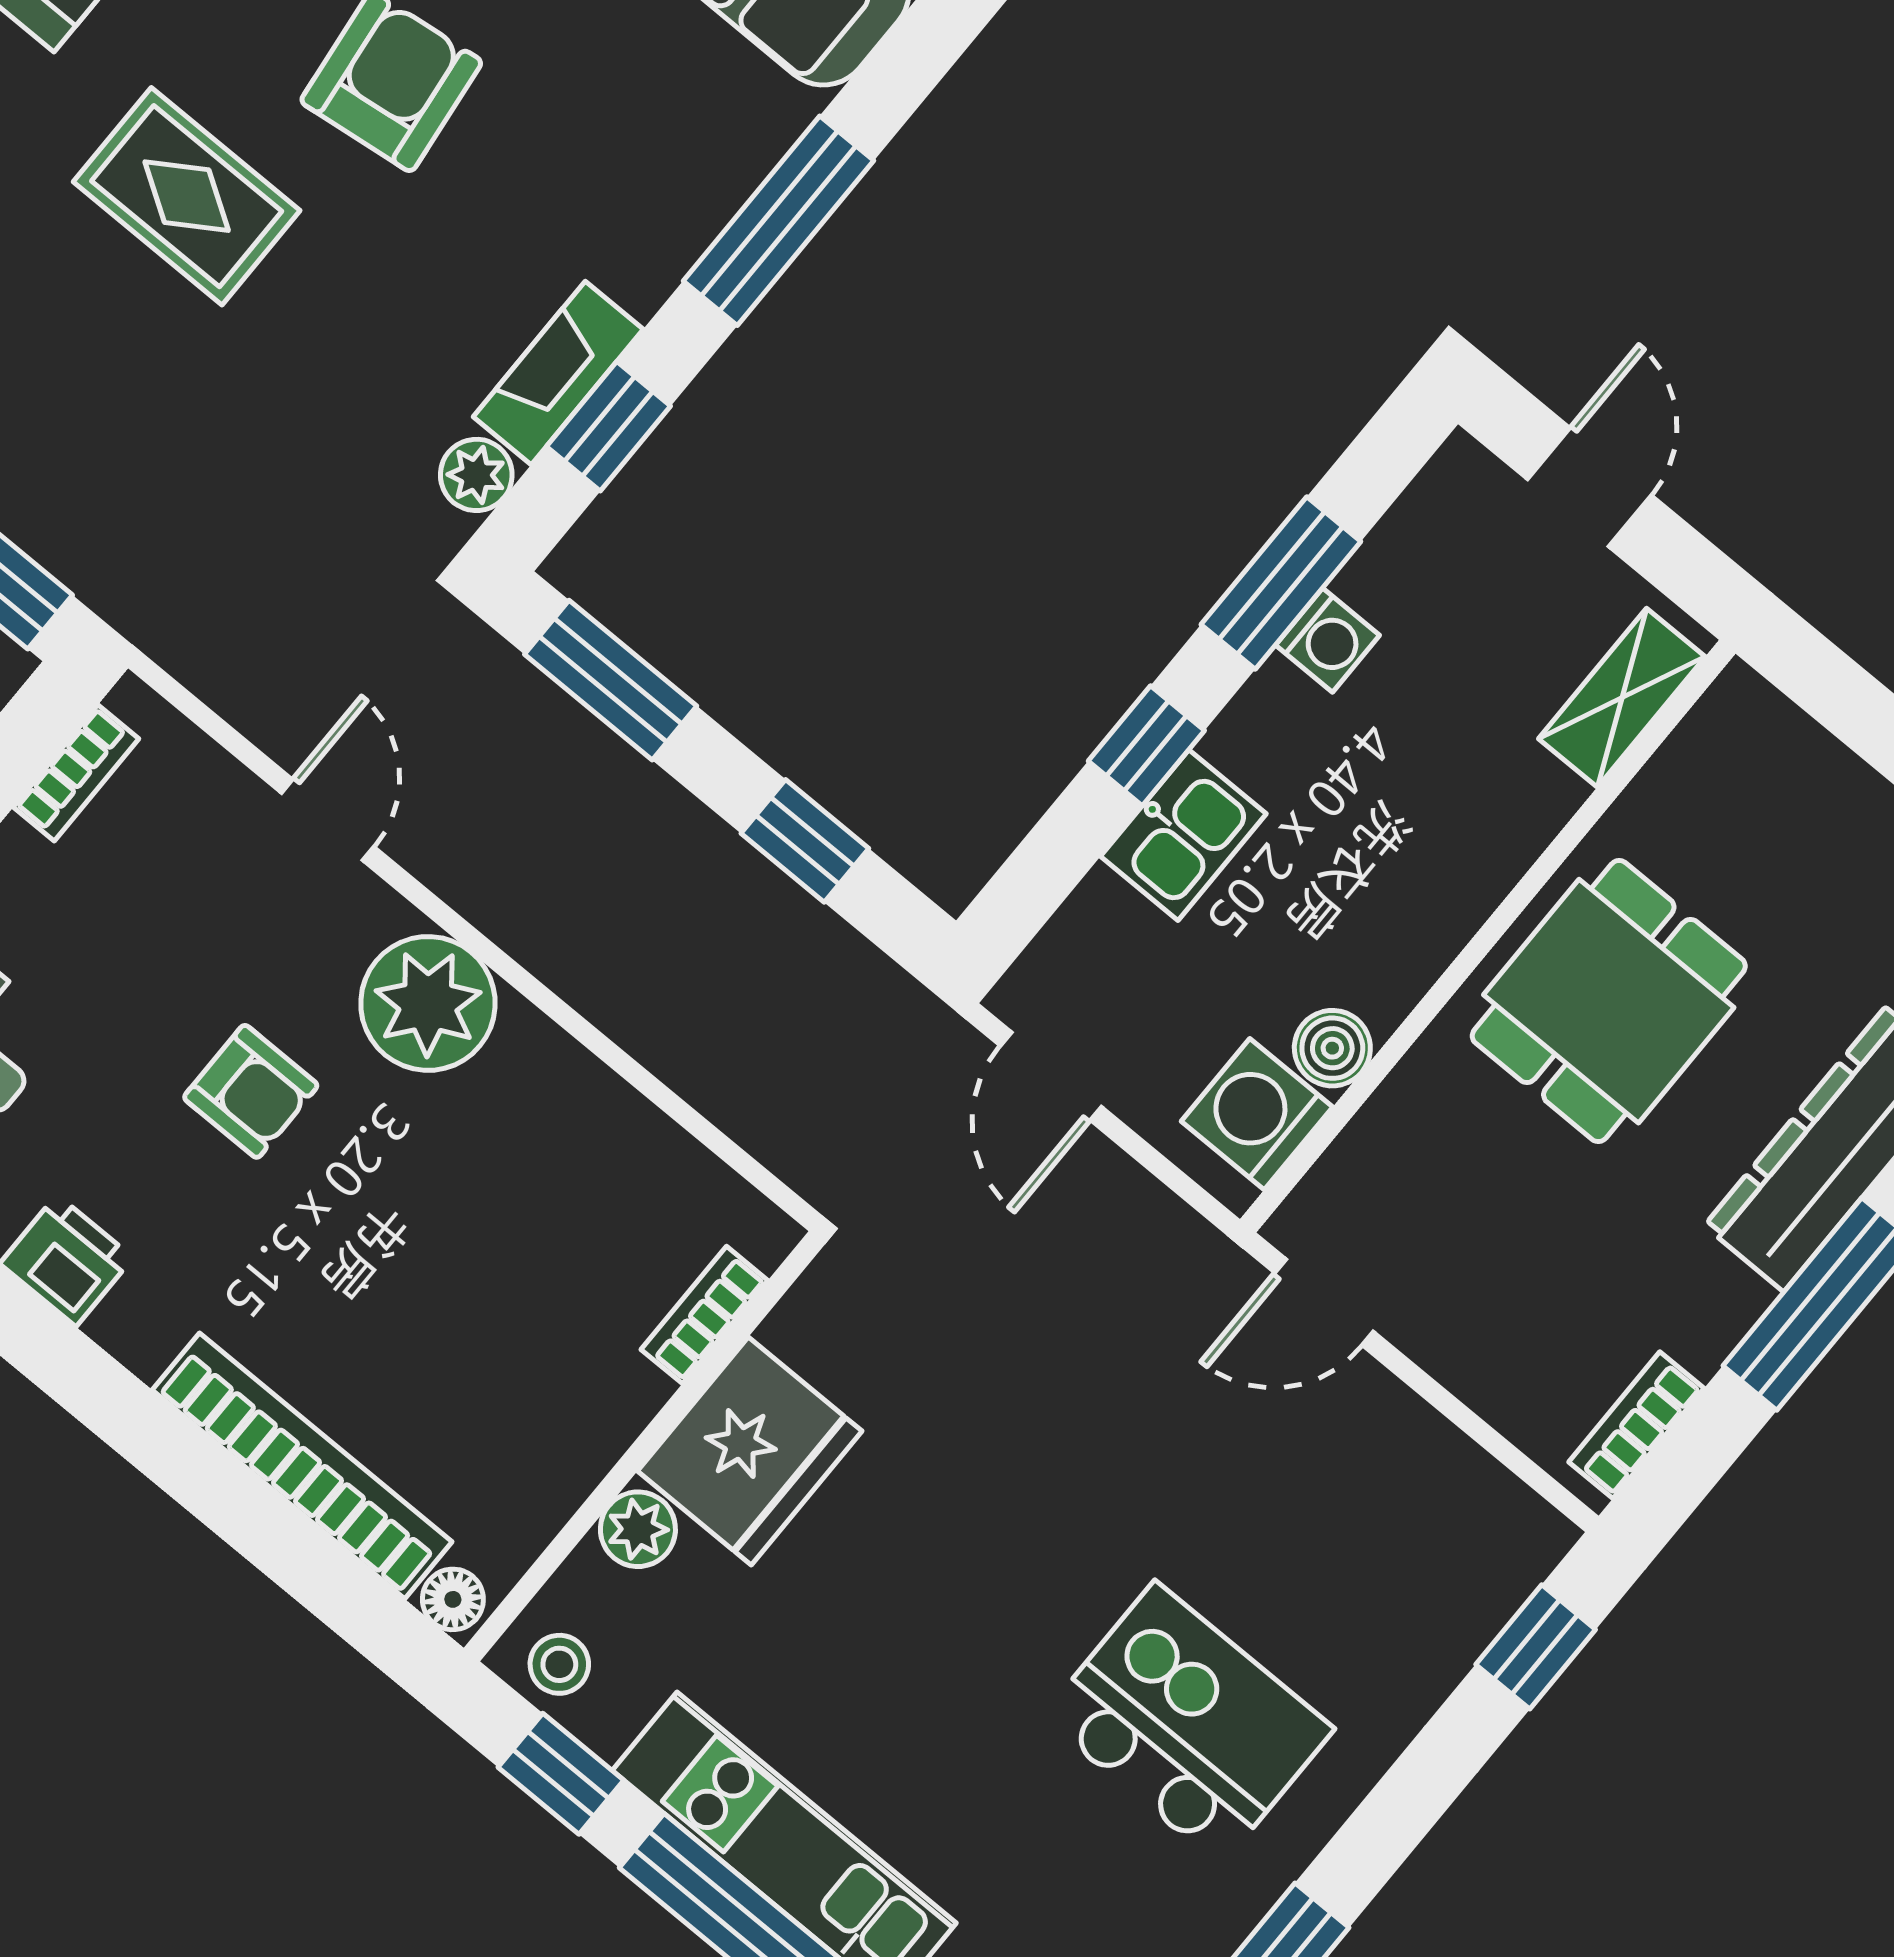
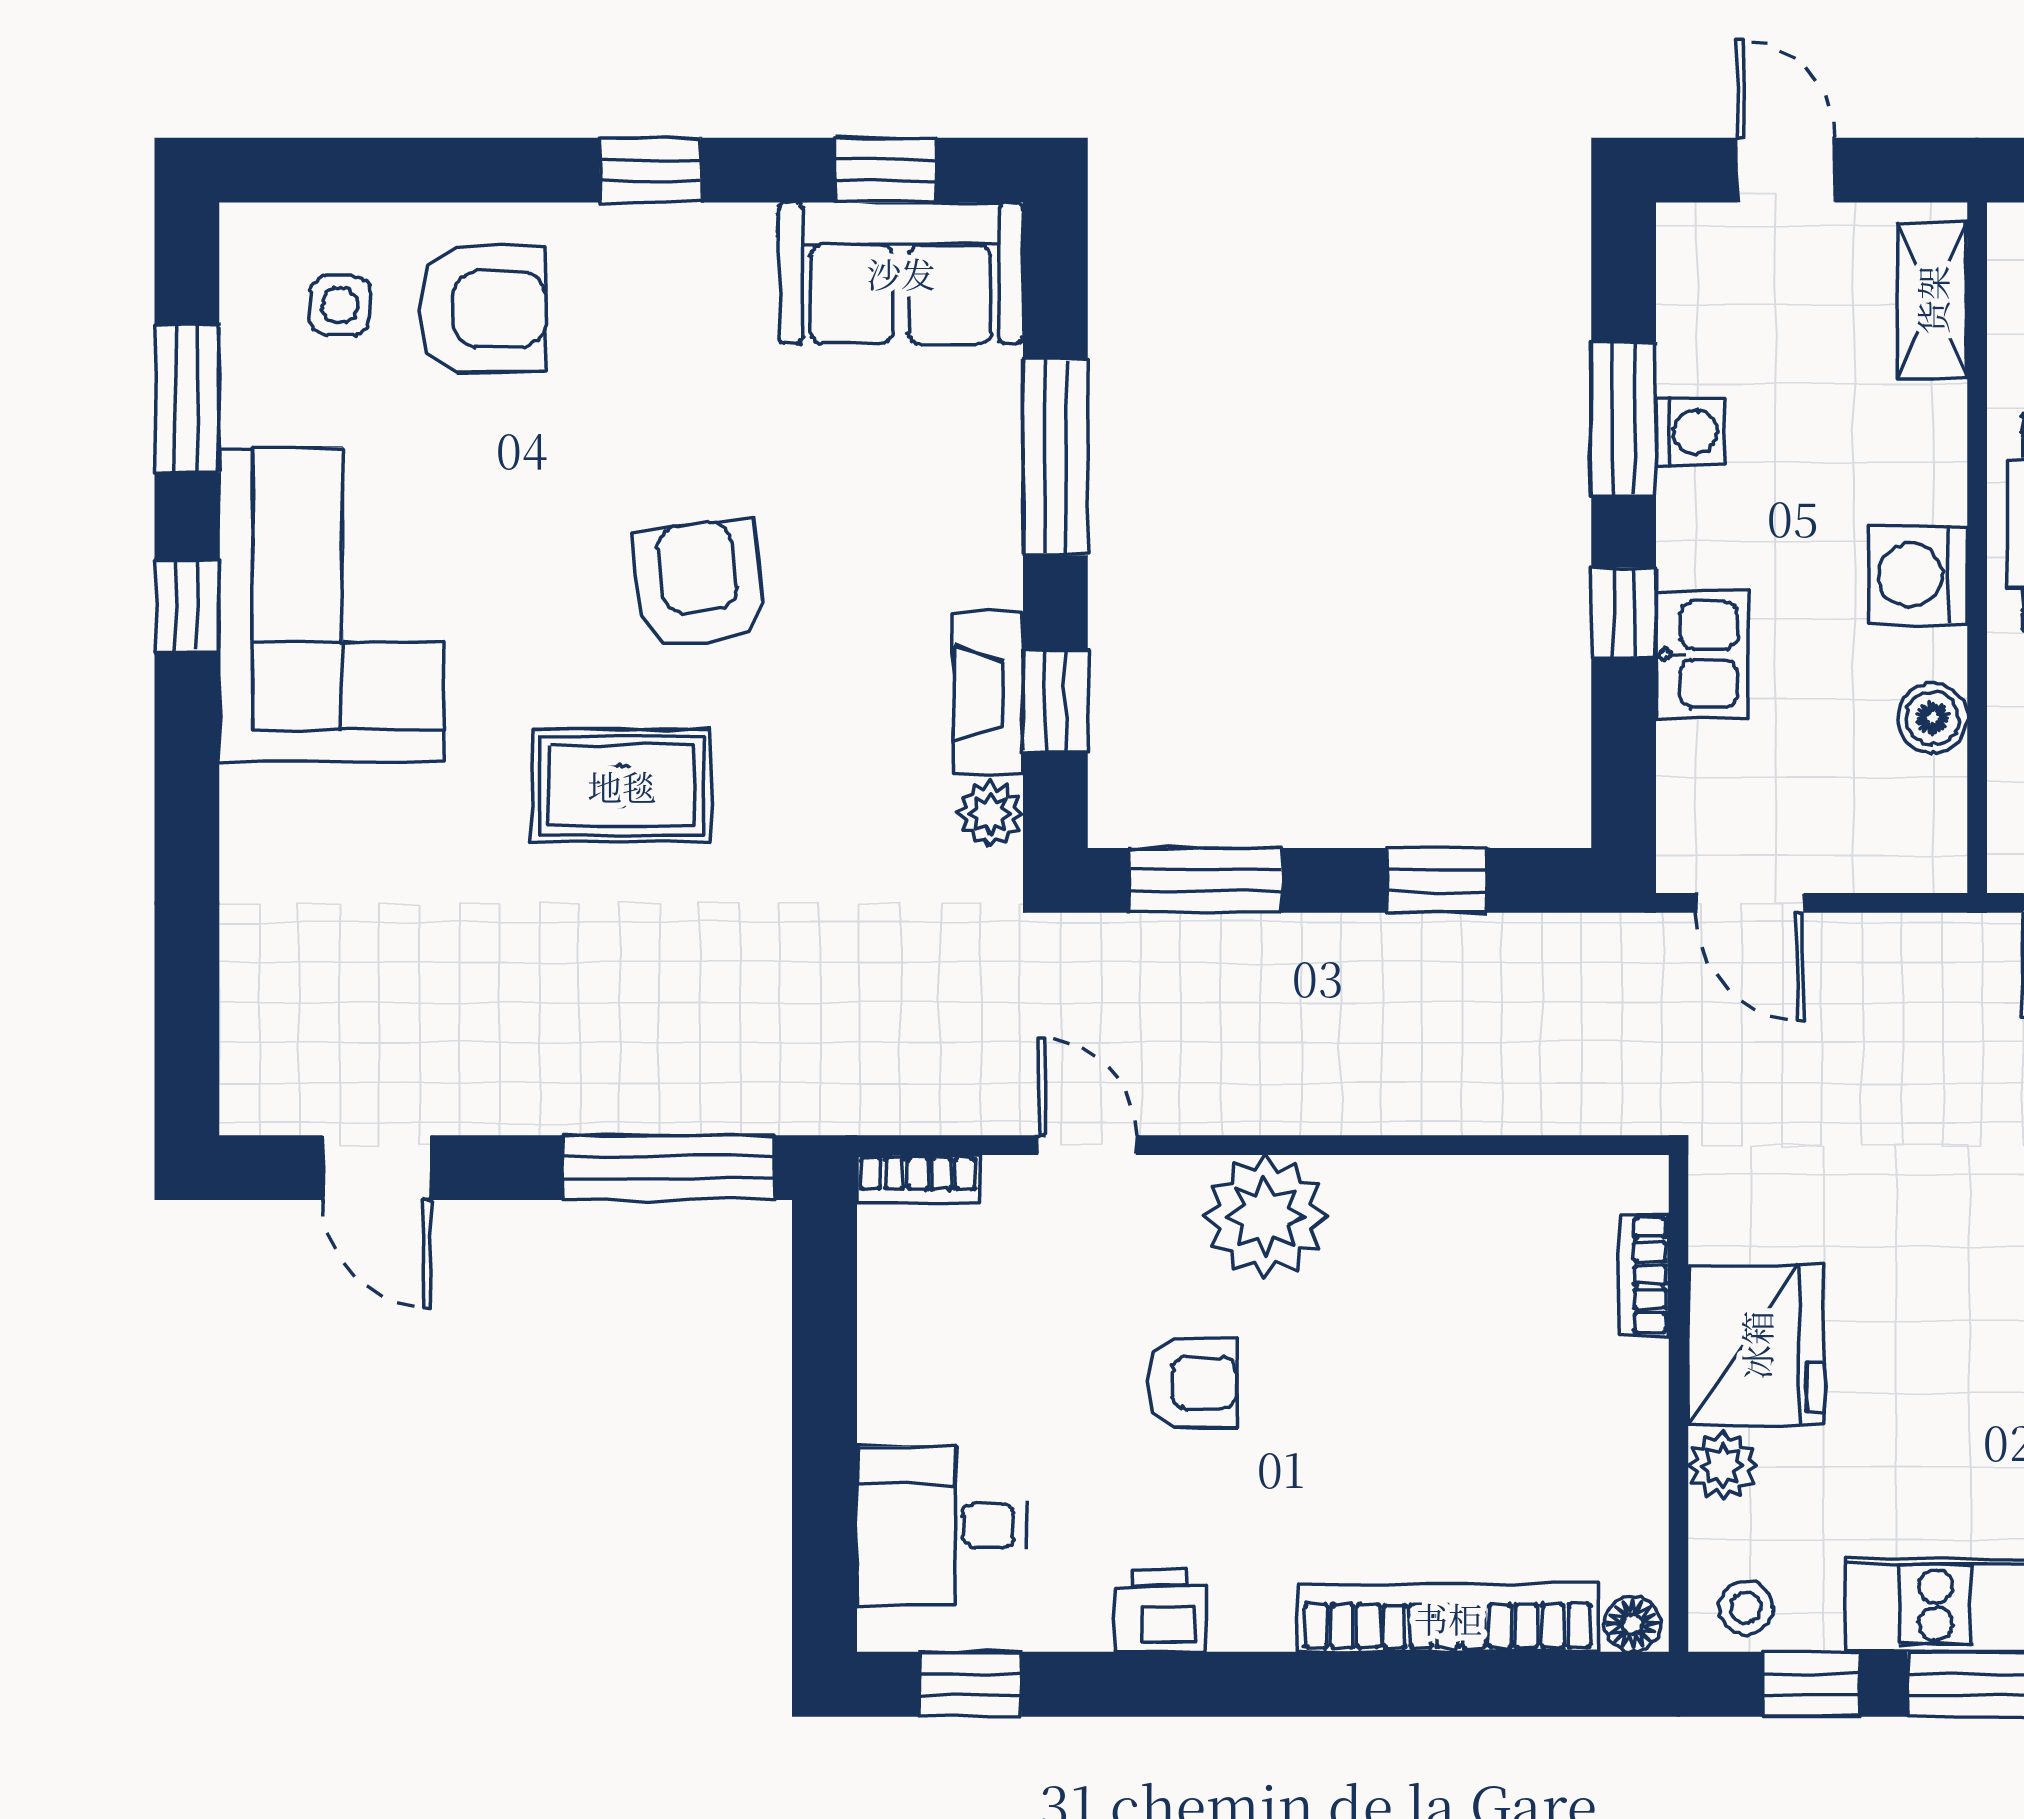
bookcase: (76, 773) -> (918, 1179), moved, turned 90
washing machine: (1257, 1114) -> (1918, 575), moved

